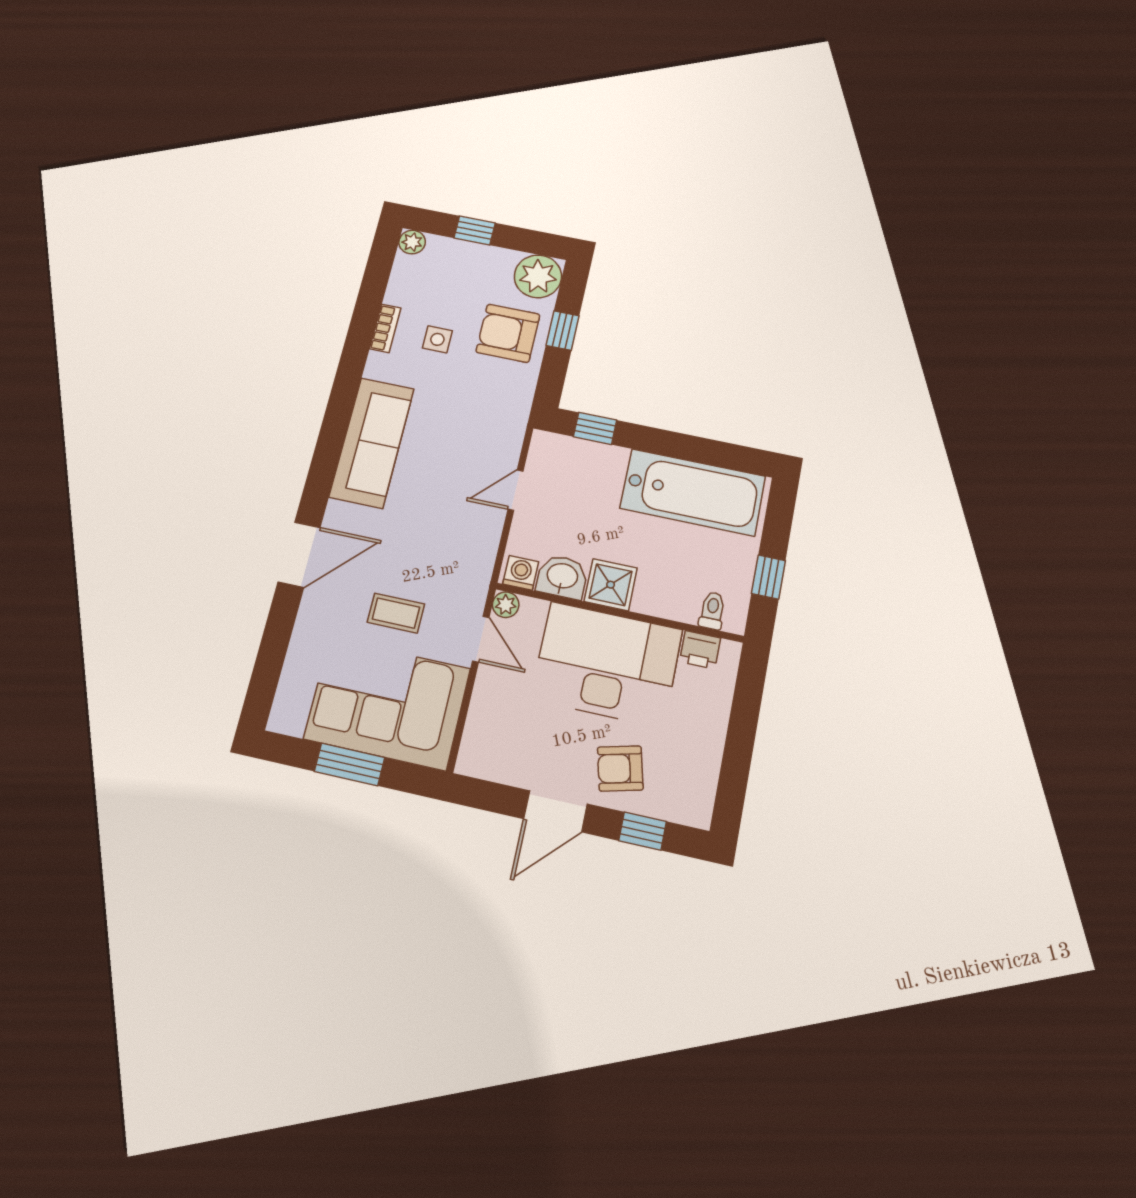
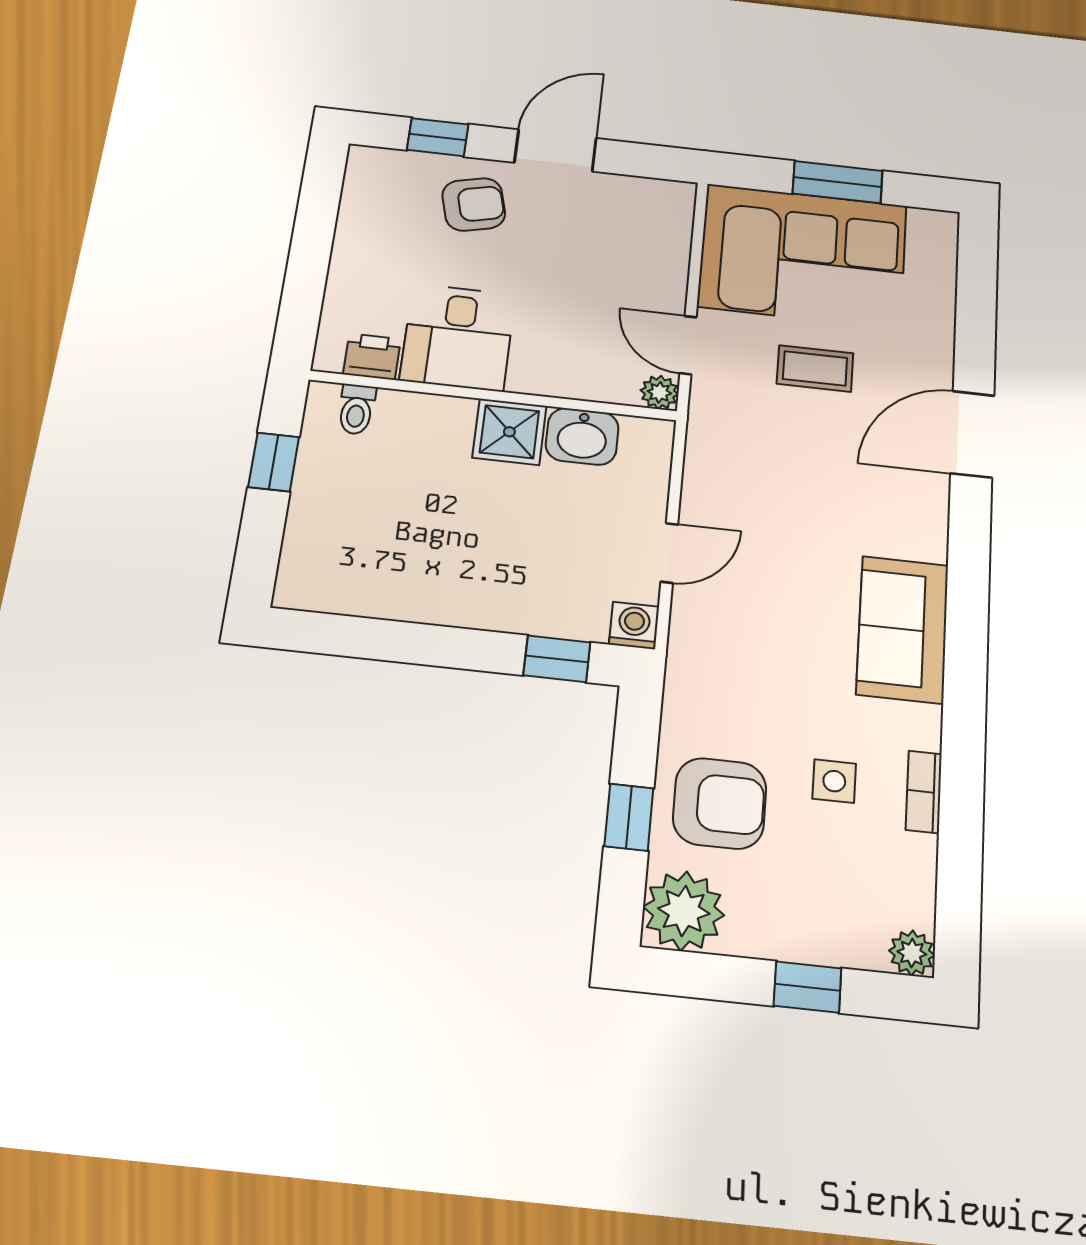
sofa: (372, 443) -> (903, 629), width x0.73
bathtub: (693, 492) -> (395, 574), removed
washing machine: (521, 573) -> (634, 626), moved, turned 180
desk: (607, 664) -> (458, 337), width x0.53, depth x0.77

